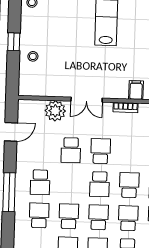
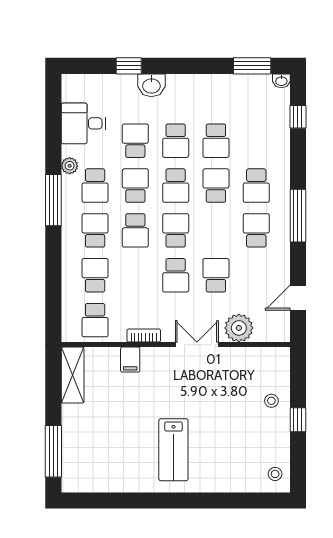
school desk: (69, 216) -> (216, 186), turned 180
school desk: (128, 218) -> (135, 186), turned 180

